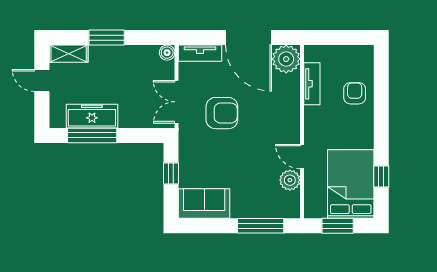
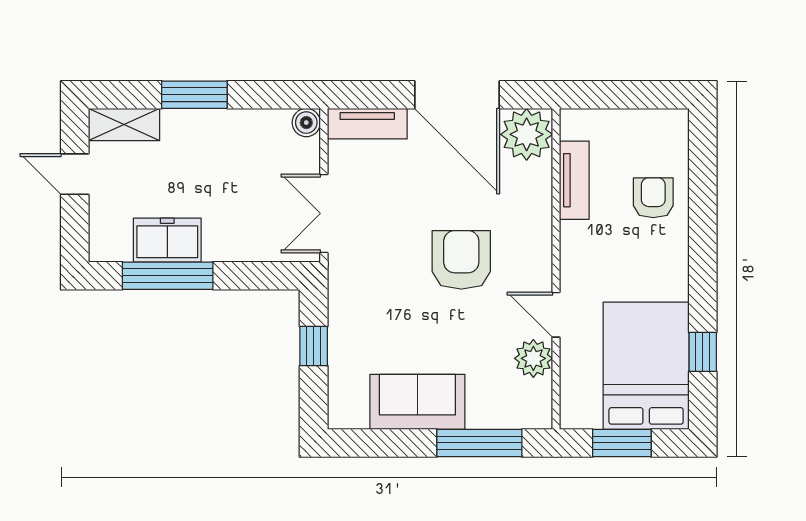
armchair: (222, 113) -> (461, 260), moved, turned -90
freezer: (92, 116) -> (167, 240), width x0.71
sofa: (204, 204) -> (417, 402), moved

